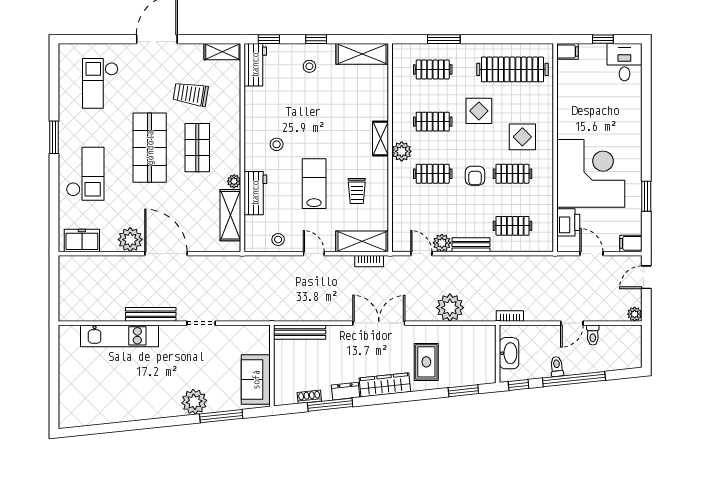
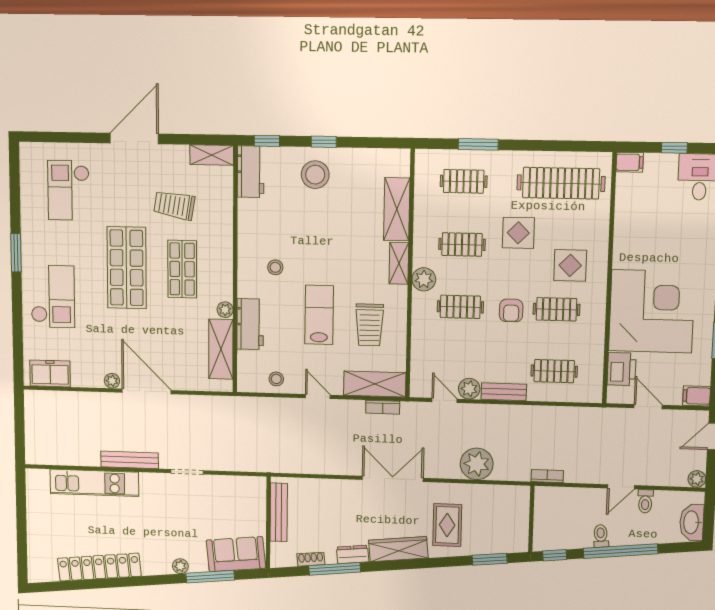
shelving: (362, 54) -> (397, 209), moved, turned 90
stool: (309, 66) -> (315, 175), width x1.89, depth x1.89
trolley: (357, 191) -> (370, 325), width x1.36, depth x1.39
plant: (130, 240) -> (112, 381), width x0.53, depth x0.53
bench: (300, 332) -> (279, 512), moved, turned 90
washbasin: (509, 353) -> (692, 522), moved, turned 180
sofa: (256, 380) -> (236, 554), moved, turned 84
plant: (194, 402) -> (180, 566), width x0.53, depth x0.53
locker: (123, 411) -> (99, 567), added

